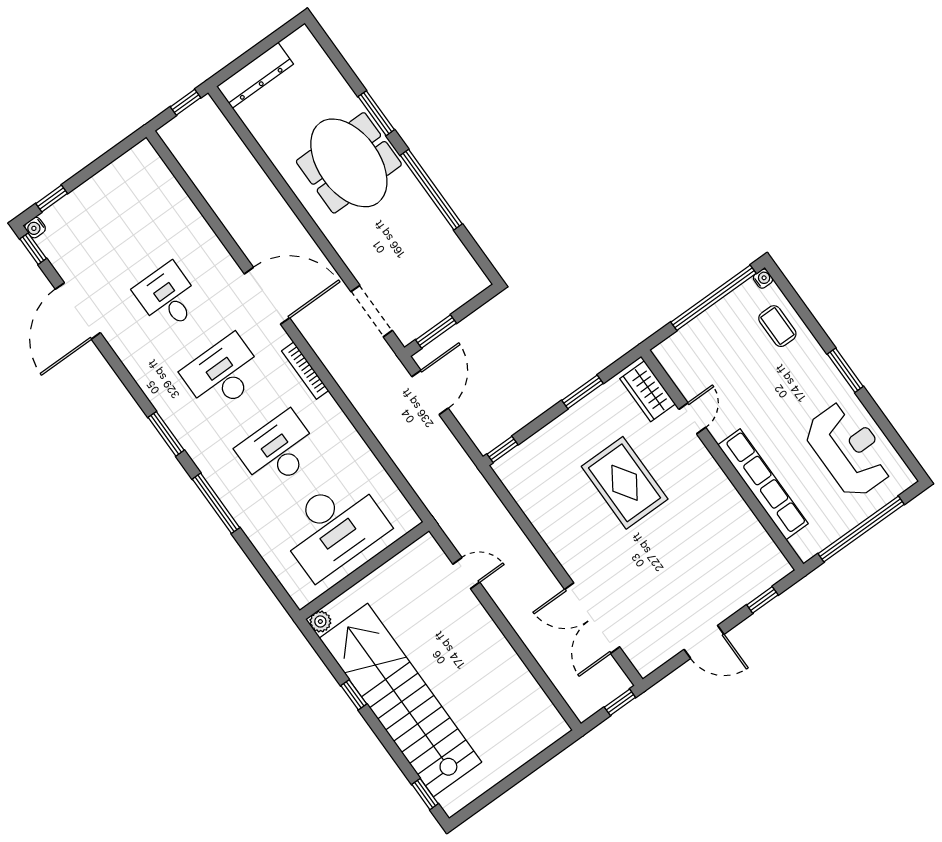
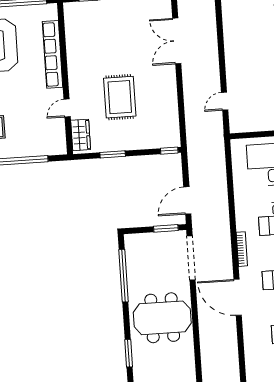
meeting table: (349, 163) -> (162, 318), moved, turned 90
window: (431, 190) -> (124, 276), moved
doorway: (372, 311) -> (191, 258), width x1.36
door: (466, 573) -> (225, 101), hinge flipped
double door: (592, 618) -> (177, 41), swing flipped

